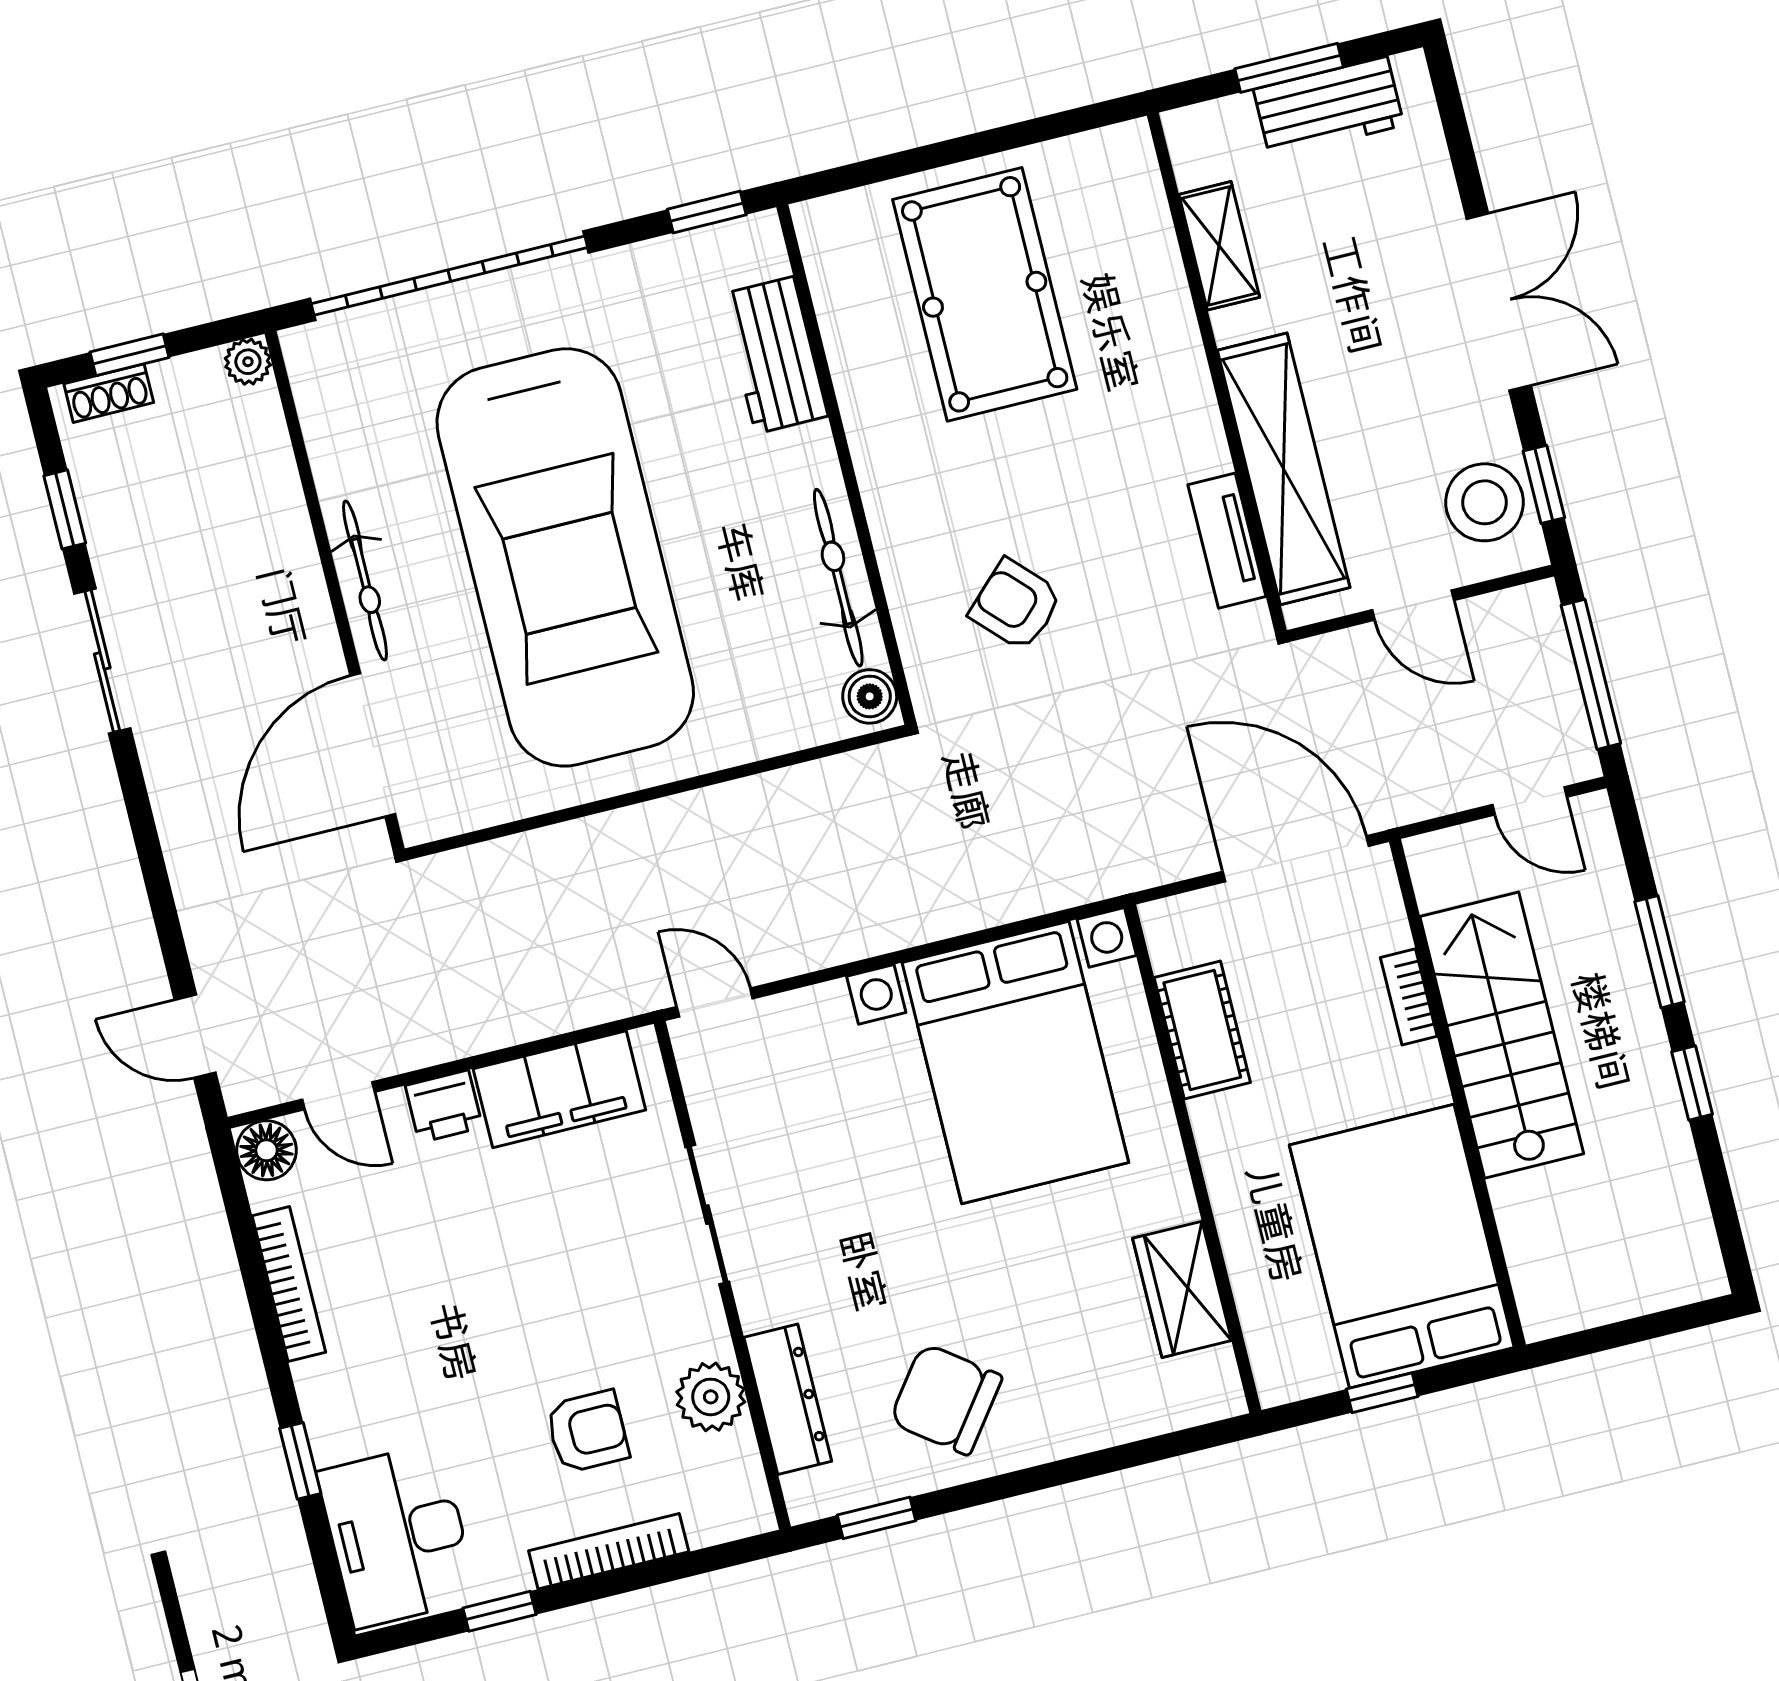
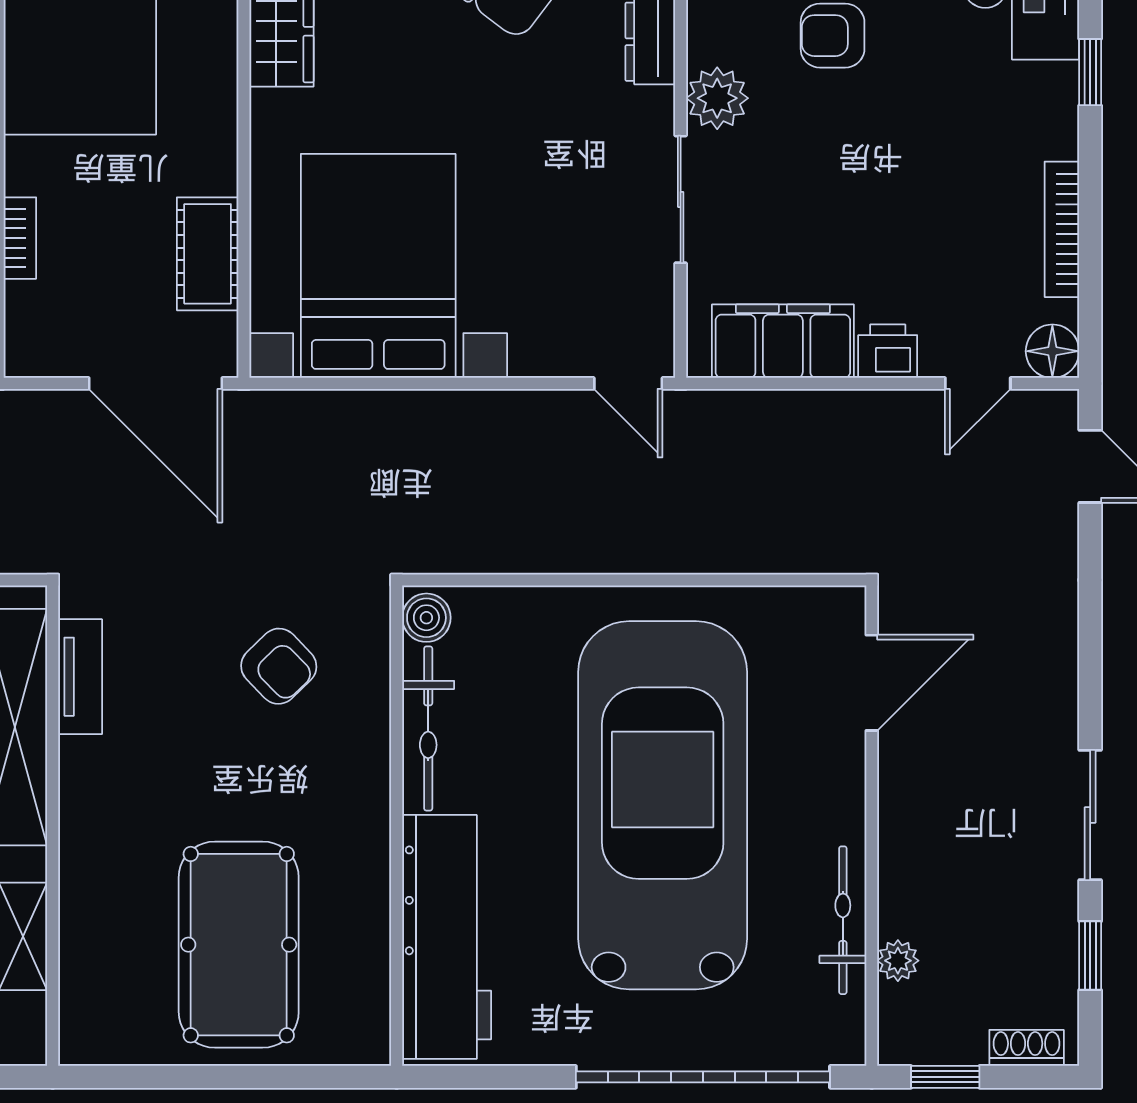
window: (707, 212) -> (464, 1077), removed
window: (130, 355) -> (945, 1077), moved
workbench: (775, 355) -> (447, 937), width x1.88, depth x1.32
plant: (248, 362) -> (898, 961), moved
bicycle: (365, 581) -> (843, 920), moved
door: (373, 745) -> (872, 683), width x0.73
door: (1296, 859) -> (155, 383), moved
door: (338, 1096) -> (978, 383), swing flipped
plant: (711, 1397) -> (717, 98), moved

